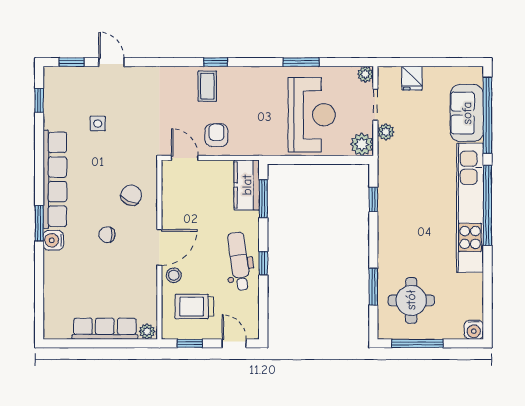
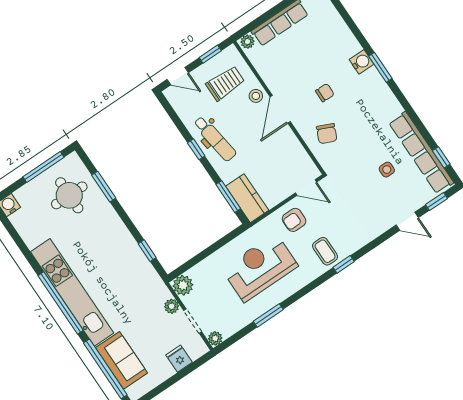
window: (216, 62) -> (344, 264), moved
reception desk: (312, 115) -> (260, 268), moved, turned 90
armchair: (216, 135) -> (294, 220), turned 90
row of seats: (55, 179) -> (421, 153), moved

